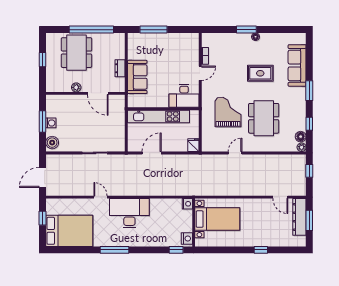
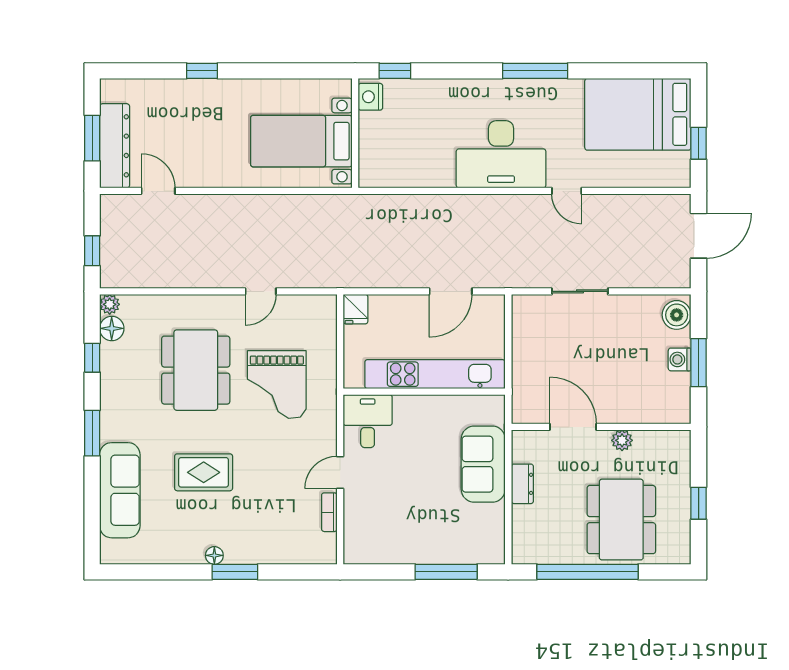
desk: (184, 96) -> (368, 421), width x0.73
nightstand: (187, 204) -> (369, 176), removed

